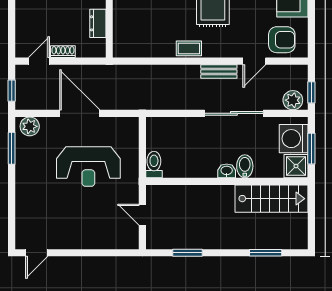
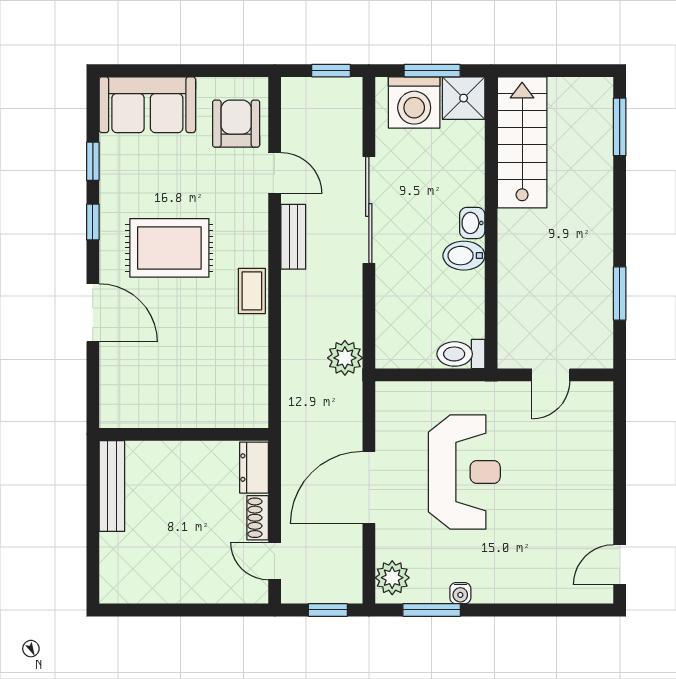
dresser: (98, 23) -> (254, 468), moved, turned 90
plant: (293, 100) -> (345, 358), moved
water cooler: (21, 164) -> (460, 593), added
bidet: (245, 166) -> (464, 256), moved
door: (37, 253) -> (620, 565), swing flipped
window: (266, 253) -> (620, 127), moved

